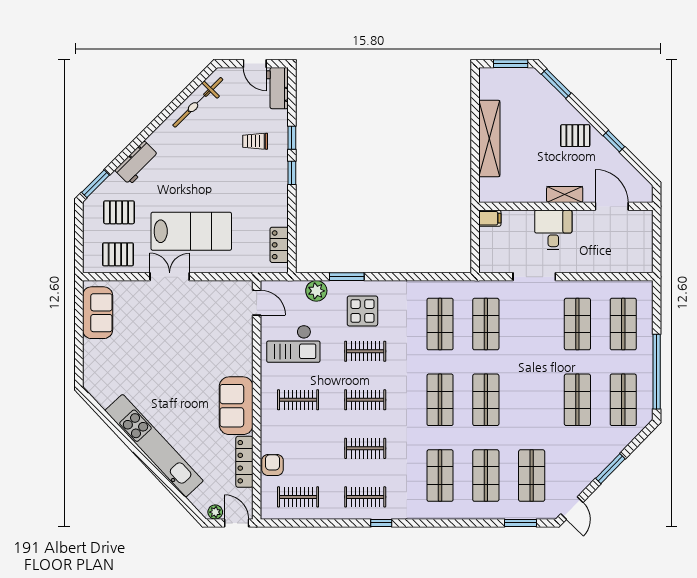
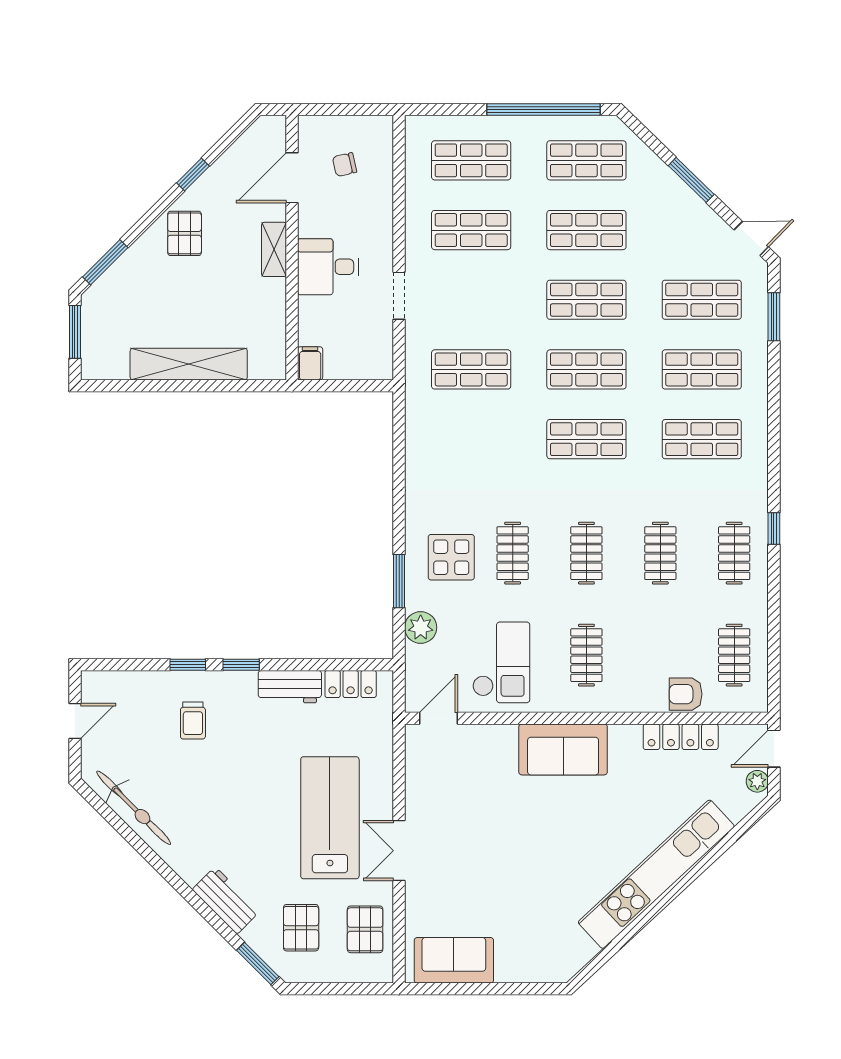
workbench: (277, 88) -> (290, 687), moved
chair: (620, 241) -> (345, 165), added
doorway: (534, 277) -> (399, 296), width x0.73
shop shelf: (440, 324) -> (586, 300), moved
sofa: (236, 406) -> (563, 749), moved

